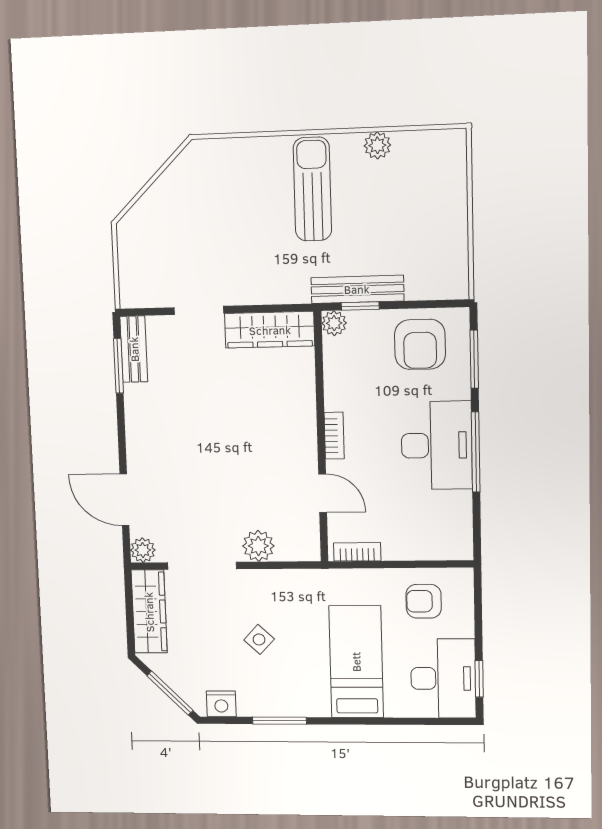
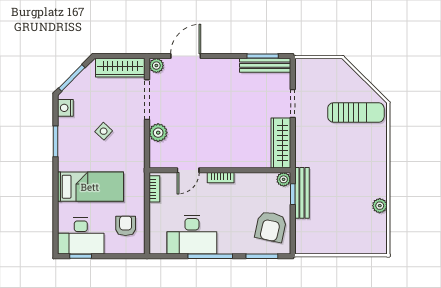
sun lounger: (312, 189) -> (356, 112), moved
armchair: (420, 344) -> (271, 227), turned -78
bench: (134, 349) -> (265, 65), width x1.36
desk: (437, 445) -> (192, 235), moved

